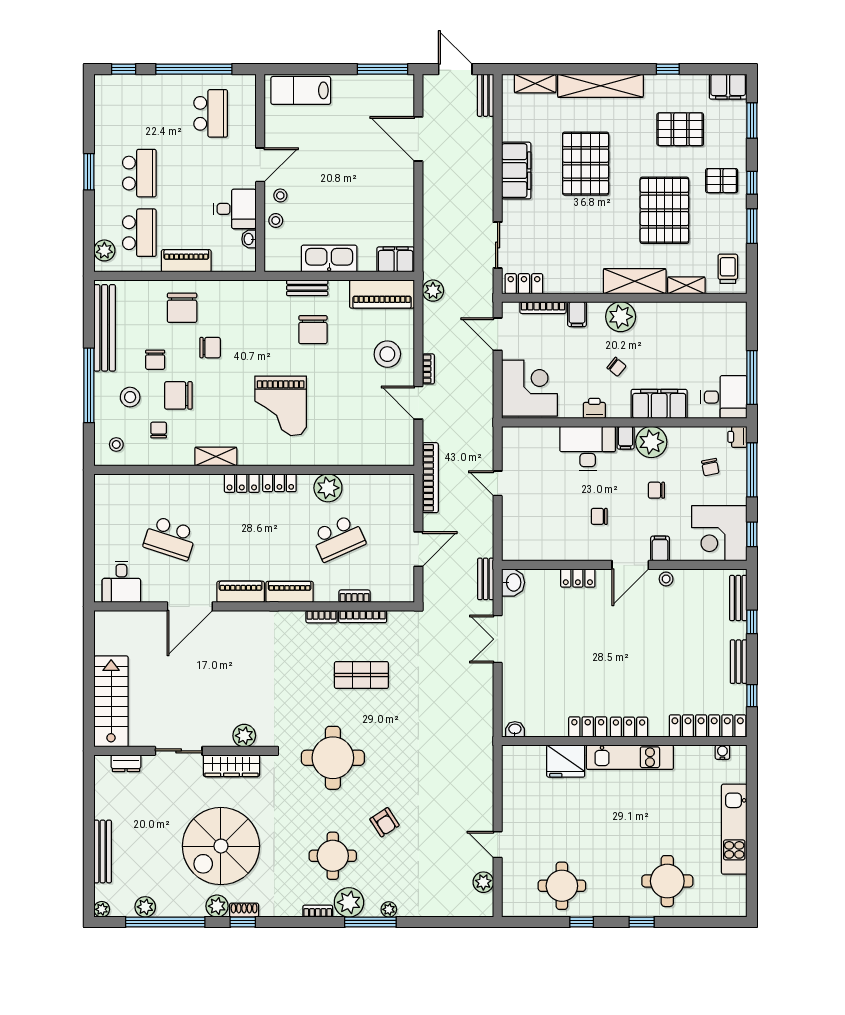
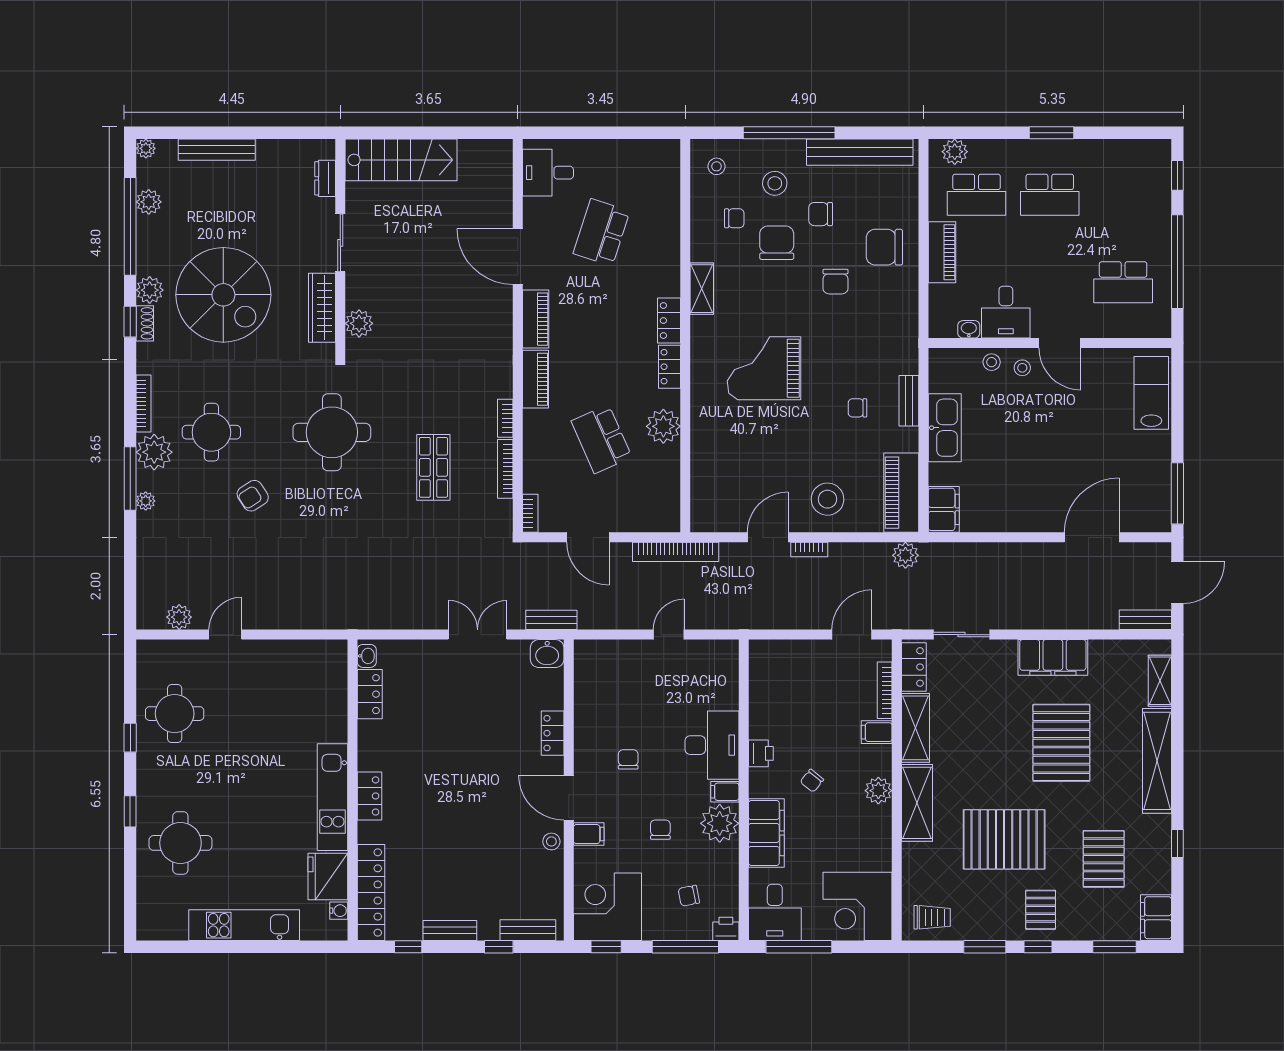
pallet: (586, 164) -> (1061, 743), turned 90
shelving: (686, 285) -> (915, 728), moved, width x1.50, depth x1.33
plant: (621, 317) -> (878, 791), width x0.73, depth x0.73
chair: (313, 330) -> (857, 408), width x0.54, depth x0.54
corner desk: (529, 388) -> (858, 906), moved, turned 90
bookcase: (355, 596) -> (530, 513), moved
locker: (588, 727) -> (370, 694), moved
fridge: (566, 761) -> (328, 877), moved
spiral stairs: (221, 846) -> (223, 295), turned 180
bookcase: (318, 911) -> (143, 403), width x1.56

